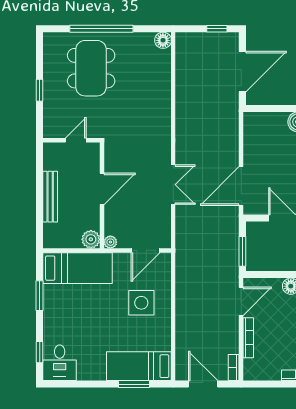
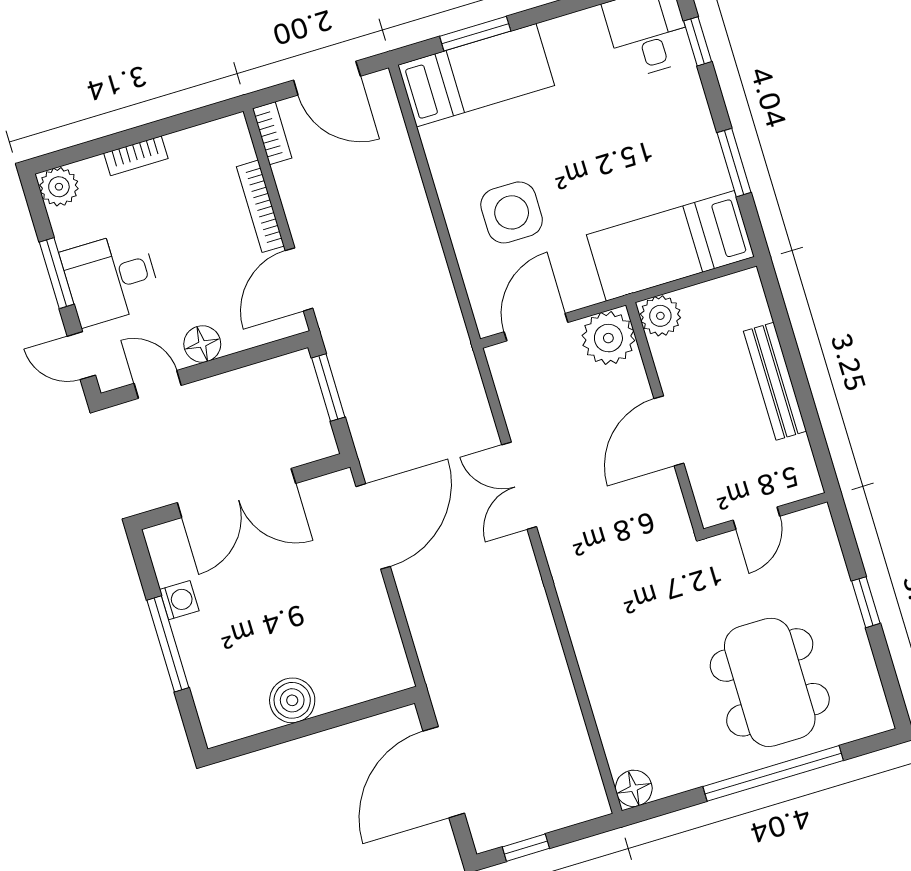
plant: (110, 242) -> (608, 338), width x1.87, depth x1.87

